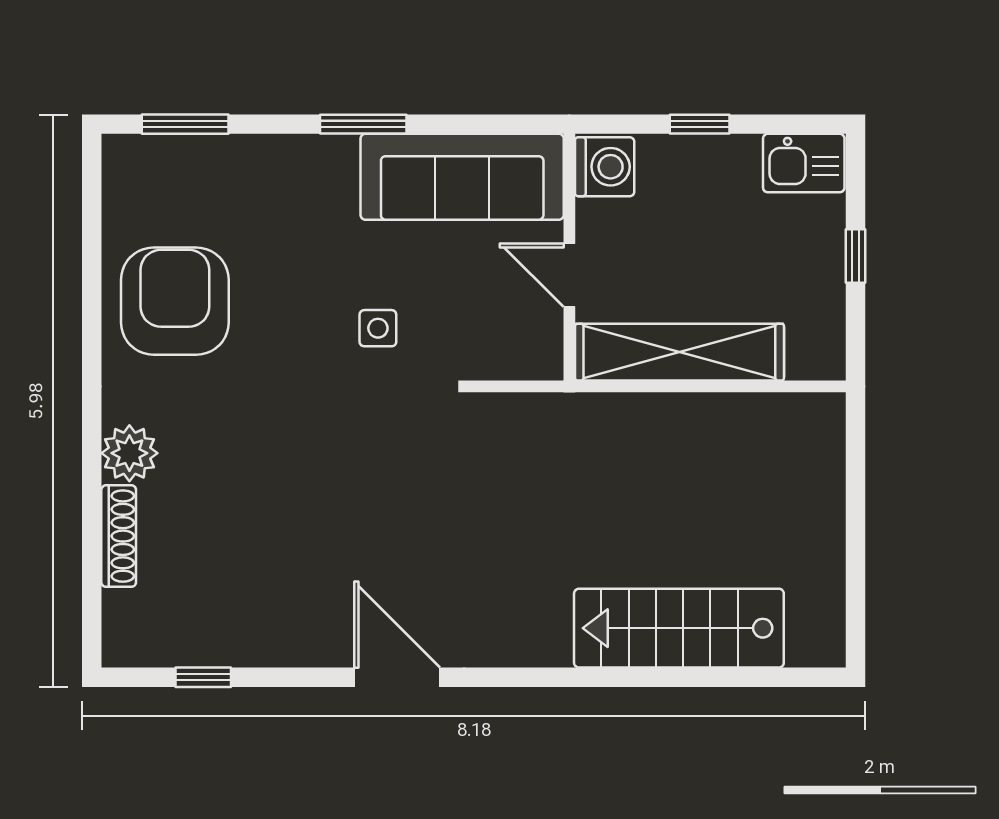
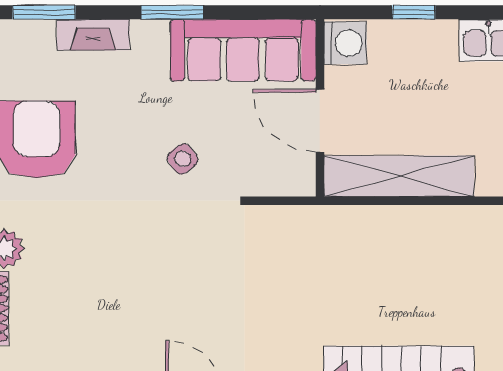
fireplace: (254, 155) -> (93, 35), added
door: (569, 275) -> (320, 121), width x1.38
side table: (378, 328) -> (183, 159), turned -37

